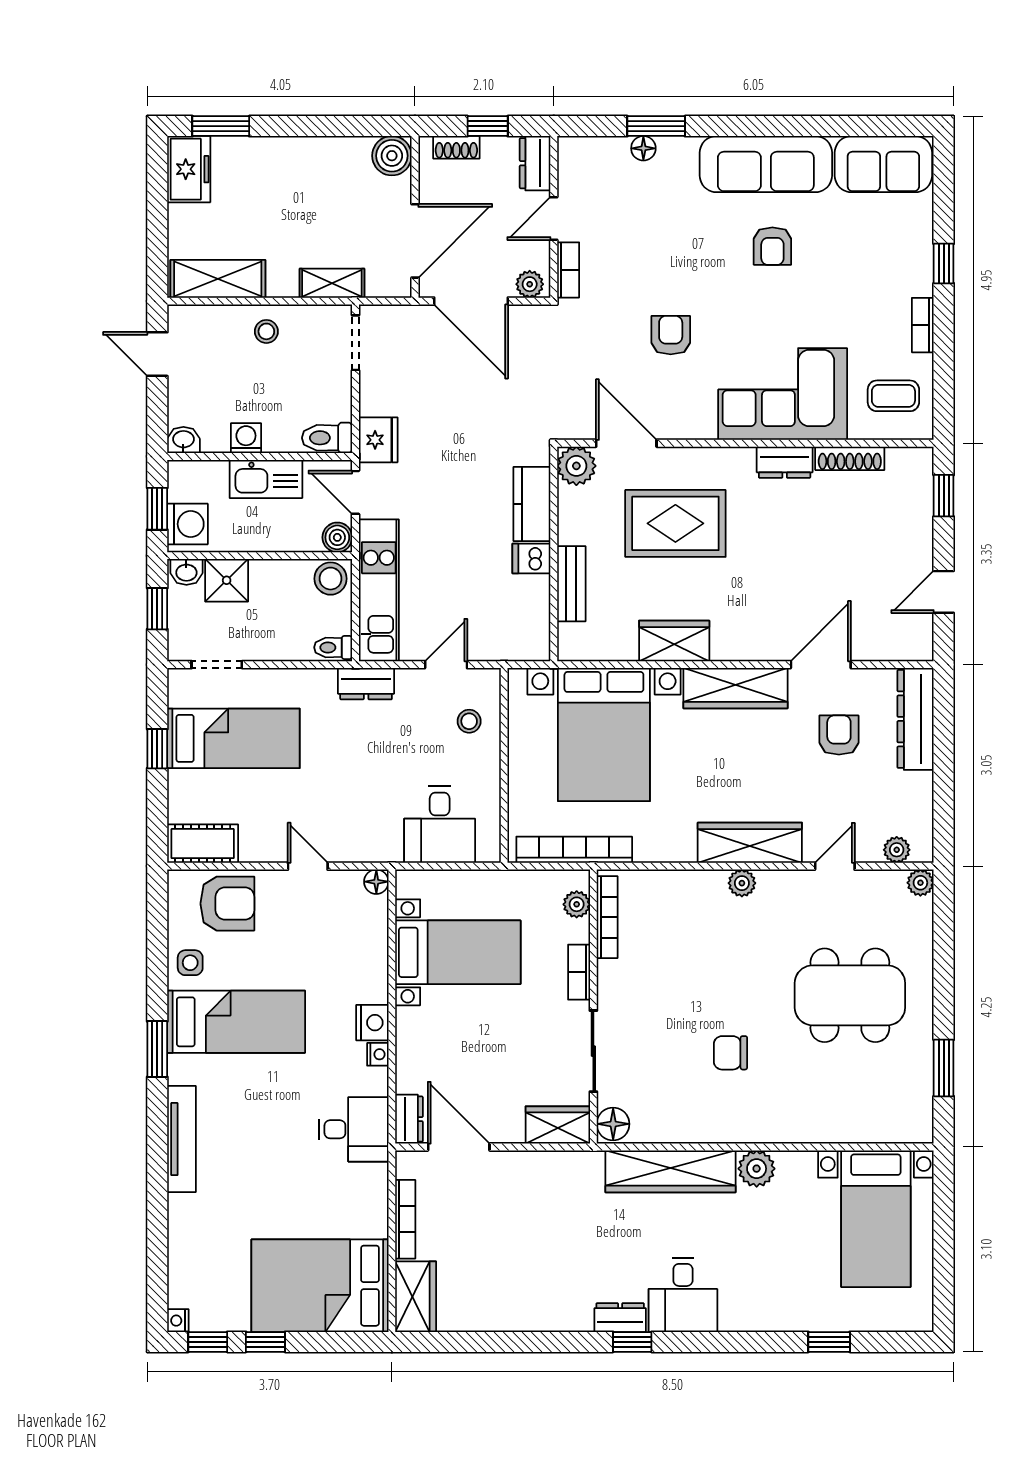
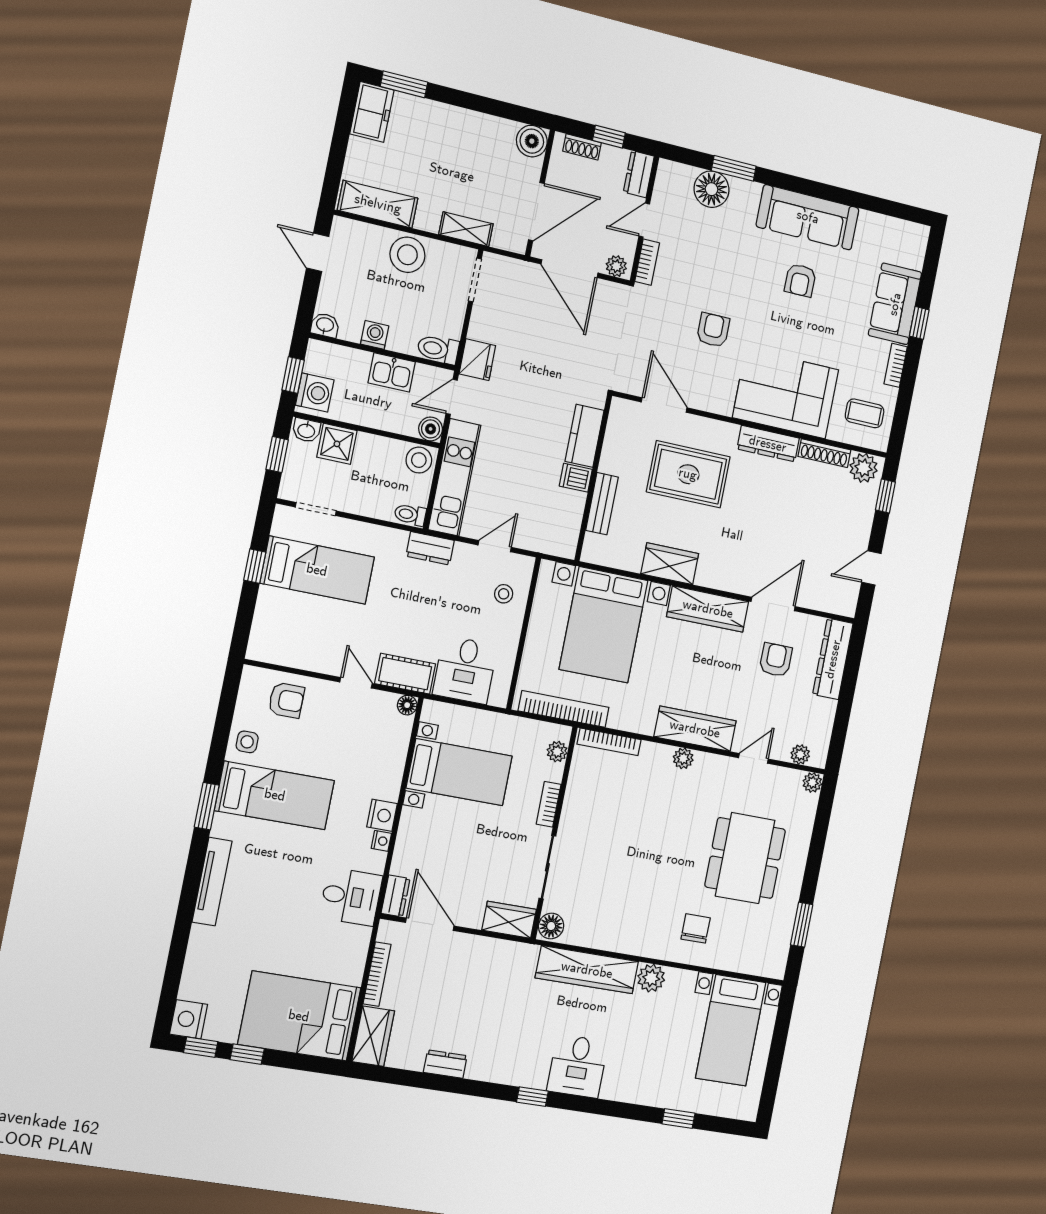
floor lamp: (643, 148) -> (712, 189), width x1.89, depth x1.89
sofa: (883, 164) -> (895, 304), moved, turned 90
stool: (266, 331) -> (407, 255), width x1.89, depth x1.89
dresser: (785, 462) -> (768, 444), width x1.44
plant: (576, 466) -> (864, 468), moved
kitchen sink: (266, 479) -> (392, 372), width x0.73
door: (355, 492) -> (452, 397), hinge flipped
cot: (203, 844) -> (405, 674), moved
armchair: (227, 904) -> (286, 700), width x0.72, depth x0.72
bookcase: (607, 917) -> (609, 742), moved, turned 90
dining table: (850, 995) -> (745, 858), turned 90
chair: (730, 1053) -> (696, 928), moved, turned 90
dresser: (620, 1318) -> (445, 1064), moved
nightstand: (178, 1321) -> (189, 1019), width x1.89, depth x1.79

